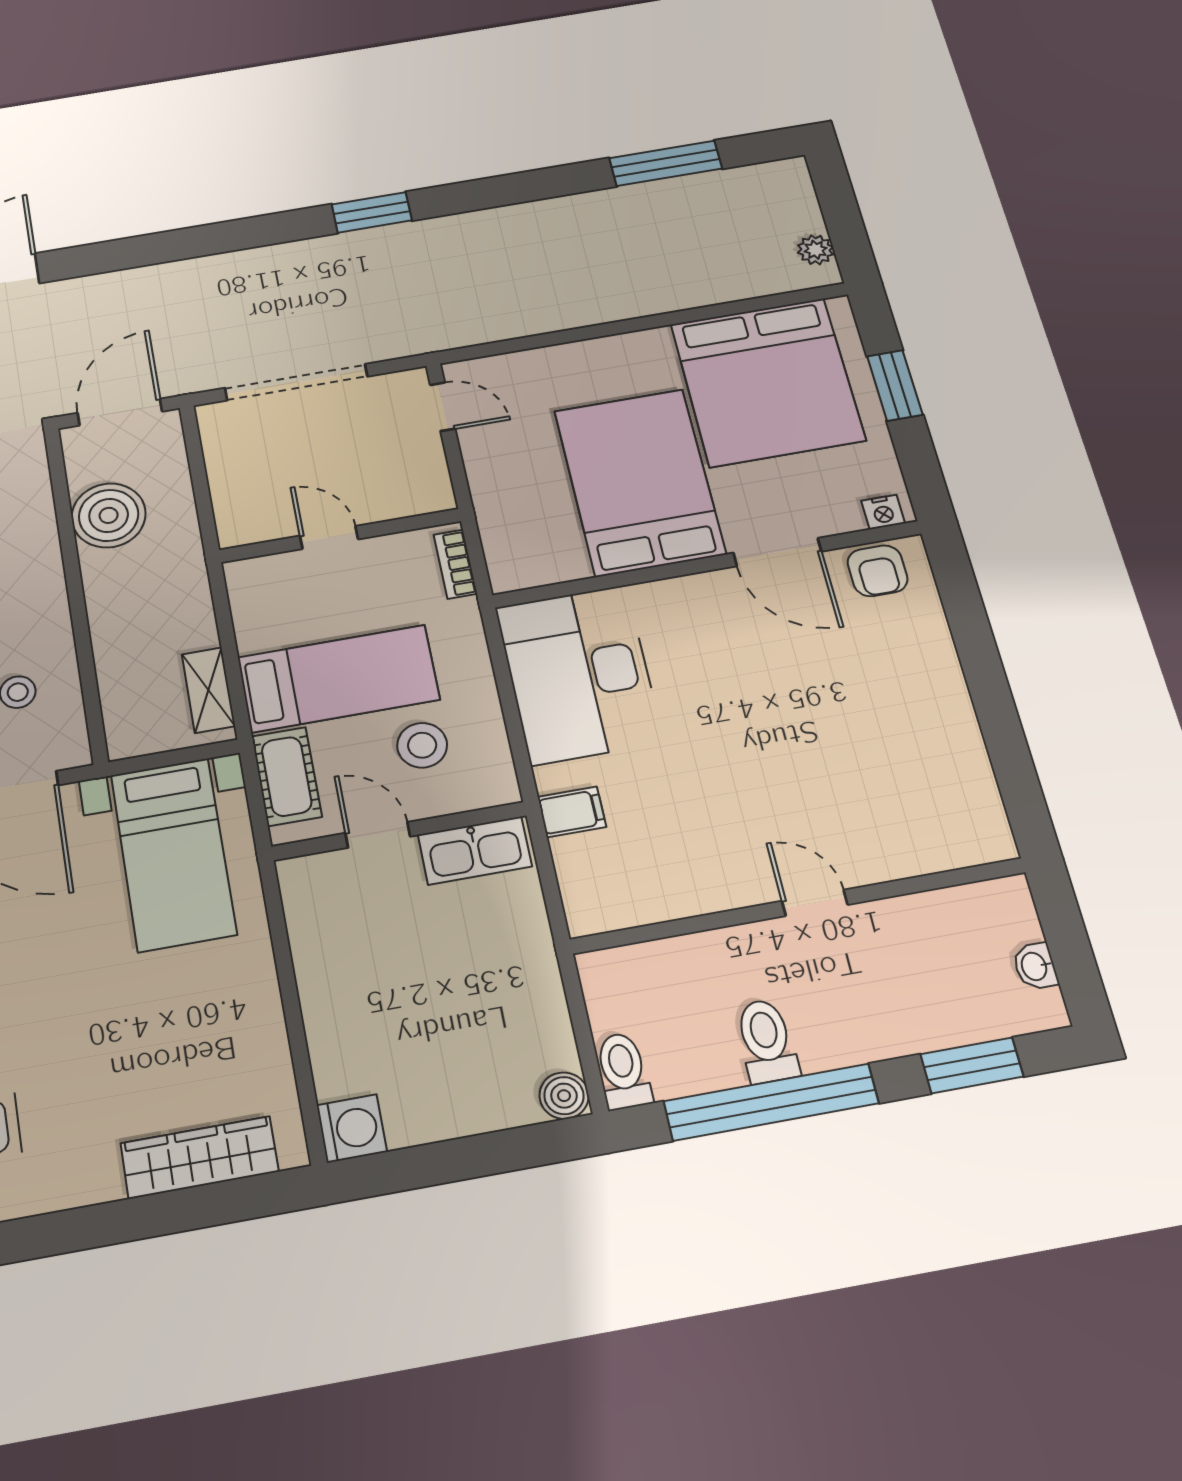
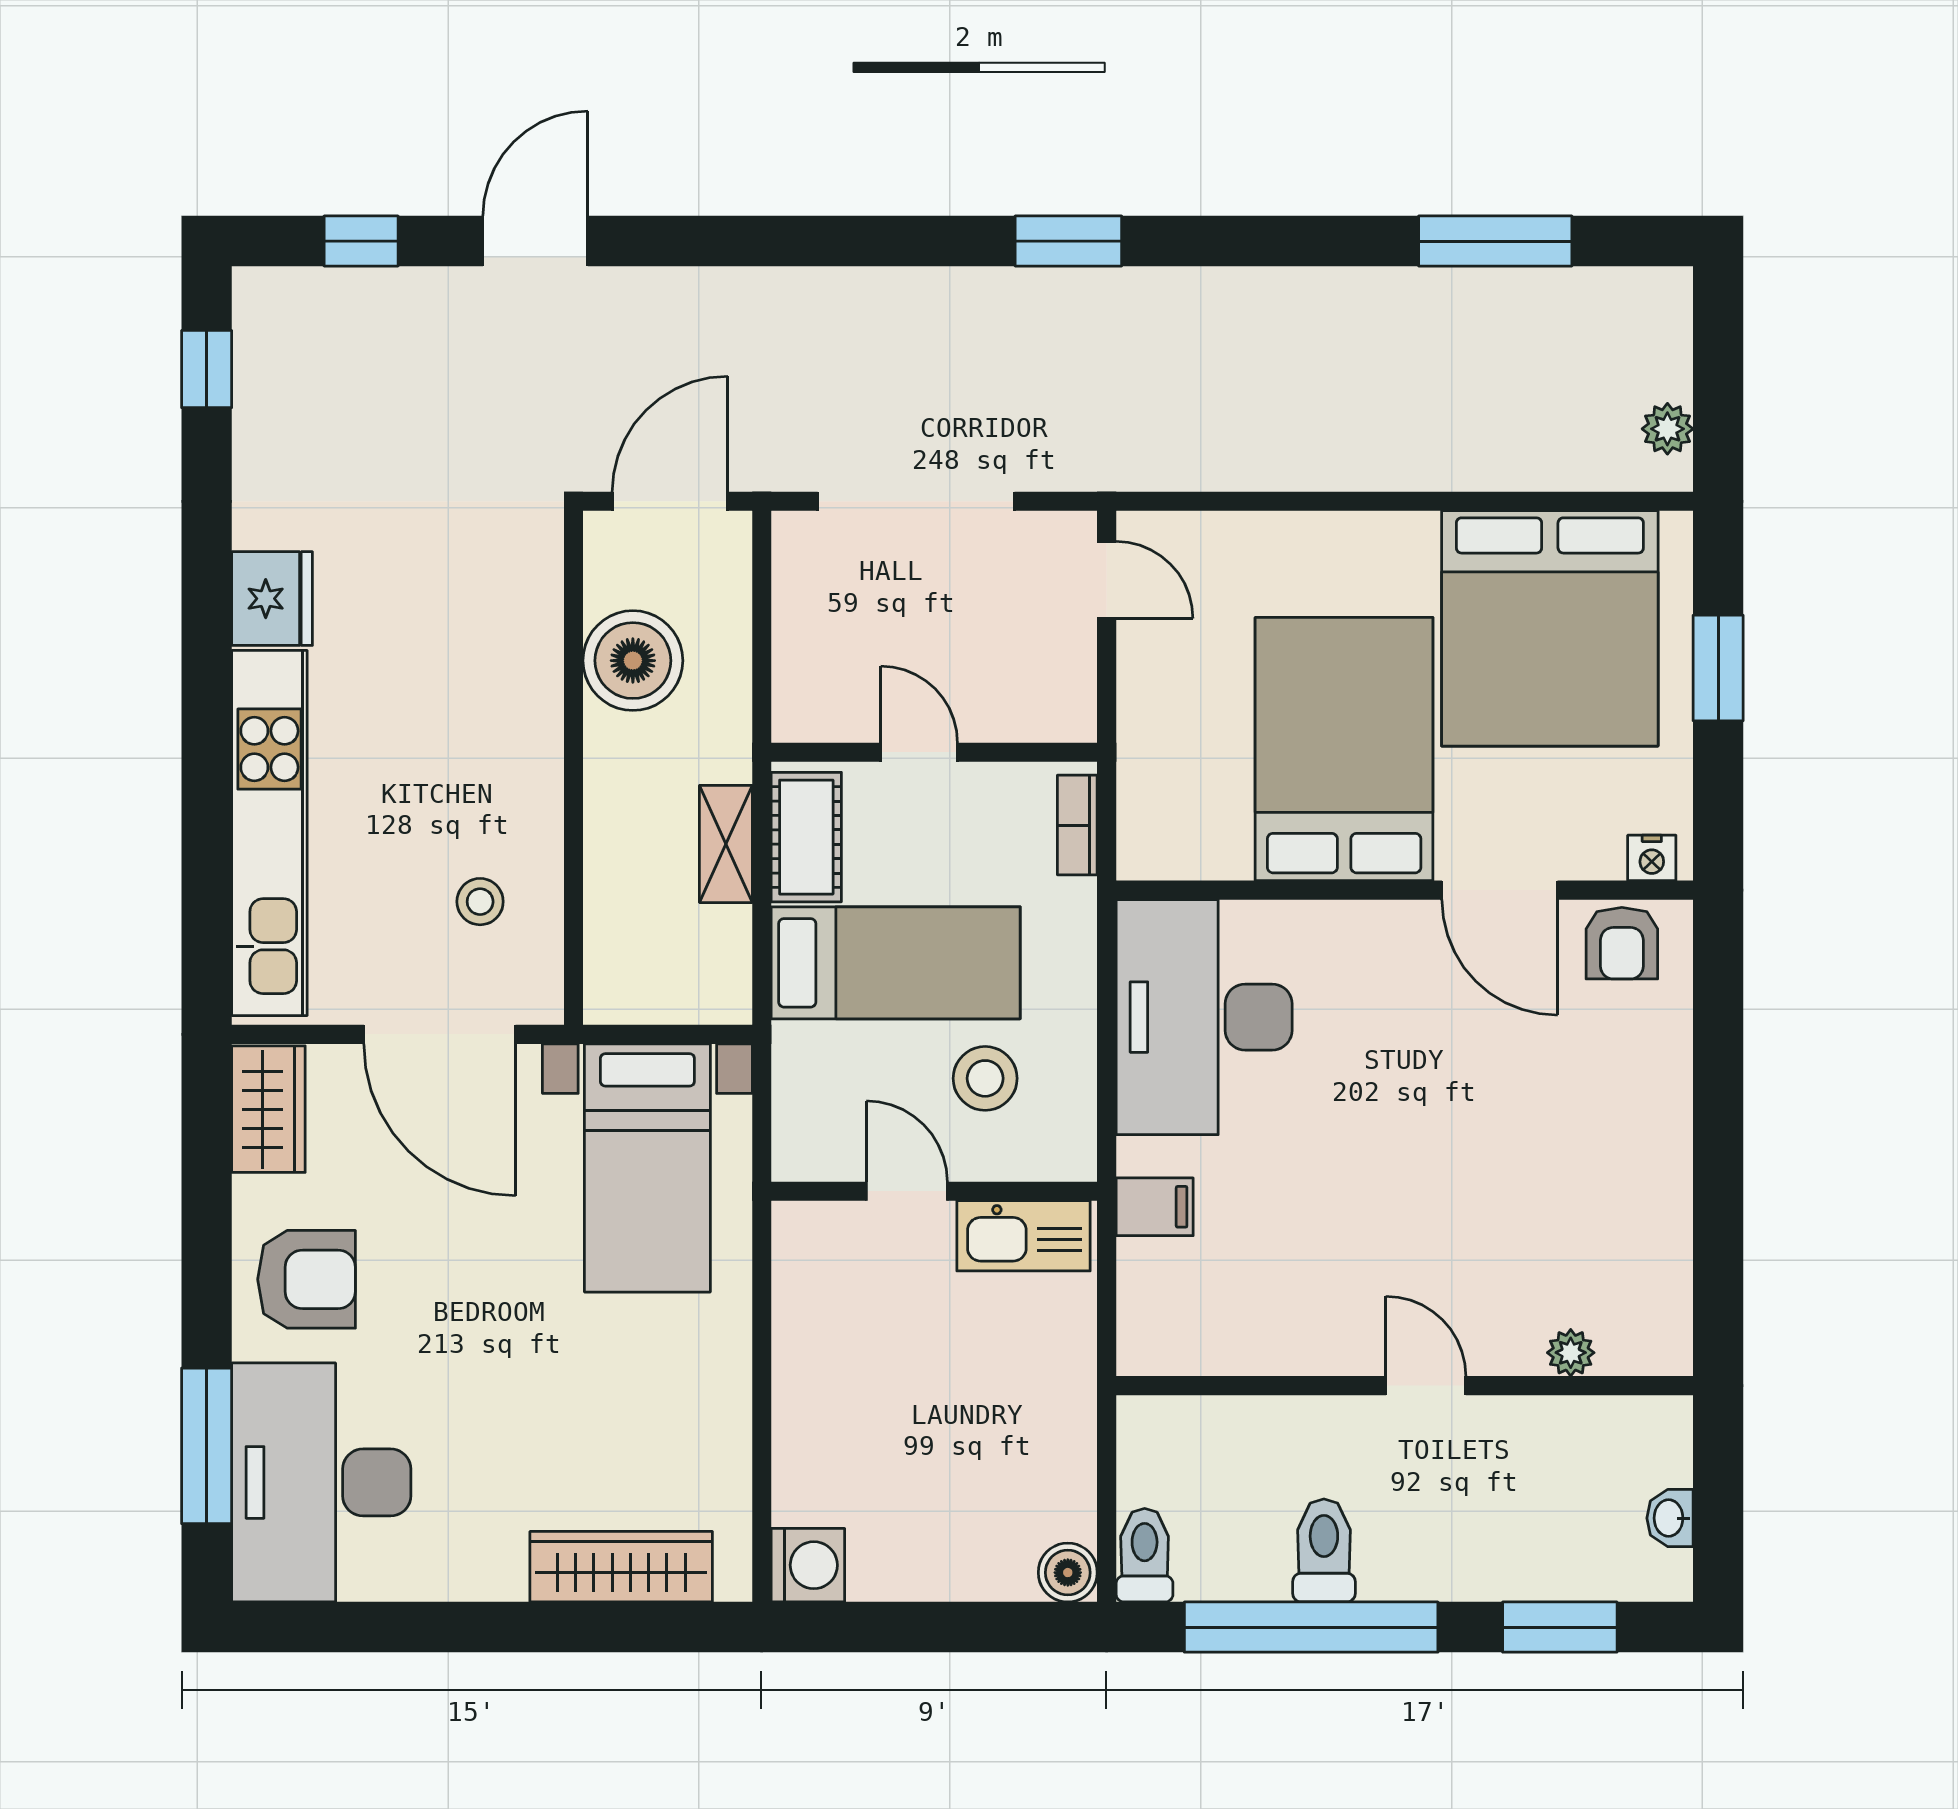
shelving: (208, 690) -> (726, 844), moved
cot: (287, 776) -> (806, 837), moved
plant: (921, 859) -> (1571, 1353), added

